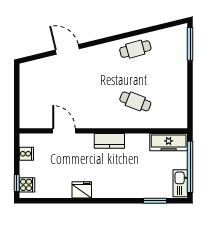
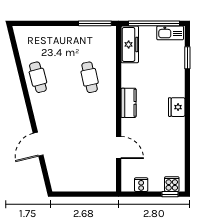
window: (190, 44) -> (95, 23), moved
cafe table: (135, 101) -> (90, 77), turned -33
door: (64, 131) -> (119, 148), swing flipped
fridge: (82, 190) -> (177, 107), moved

